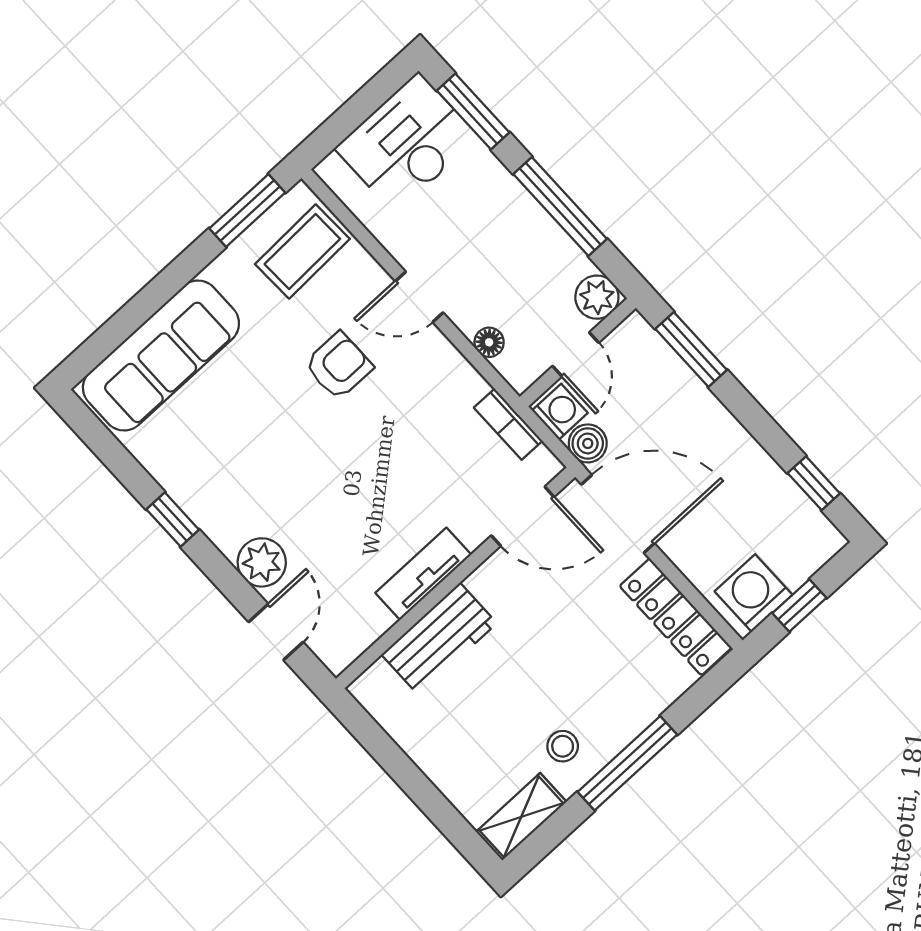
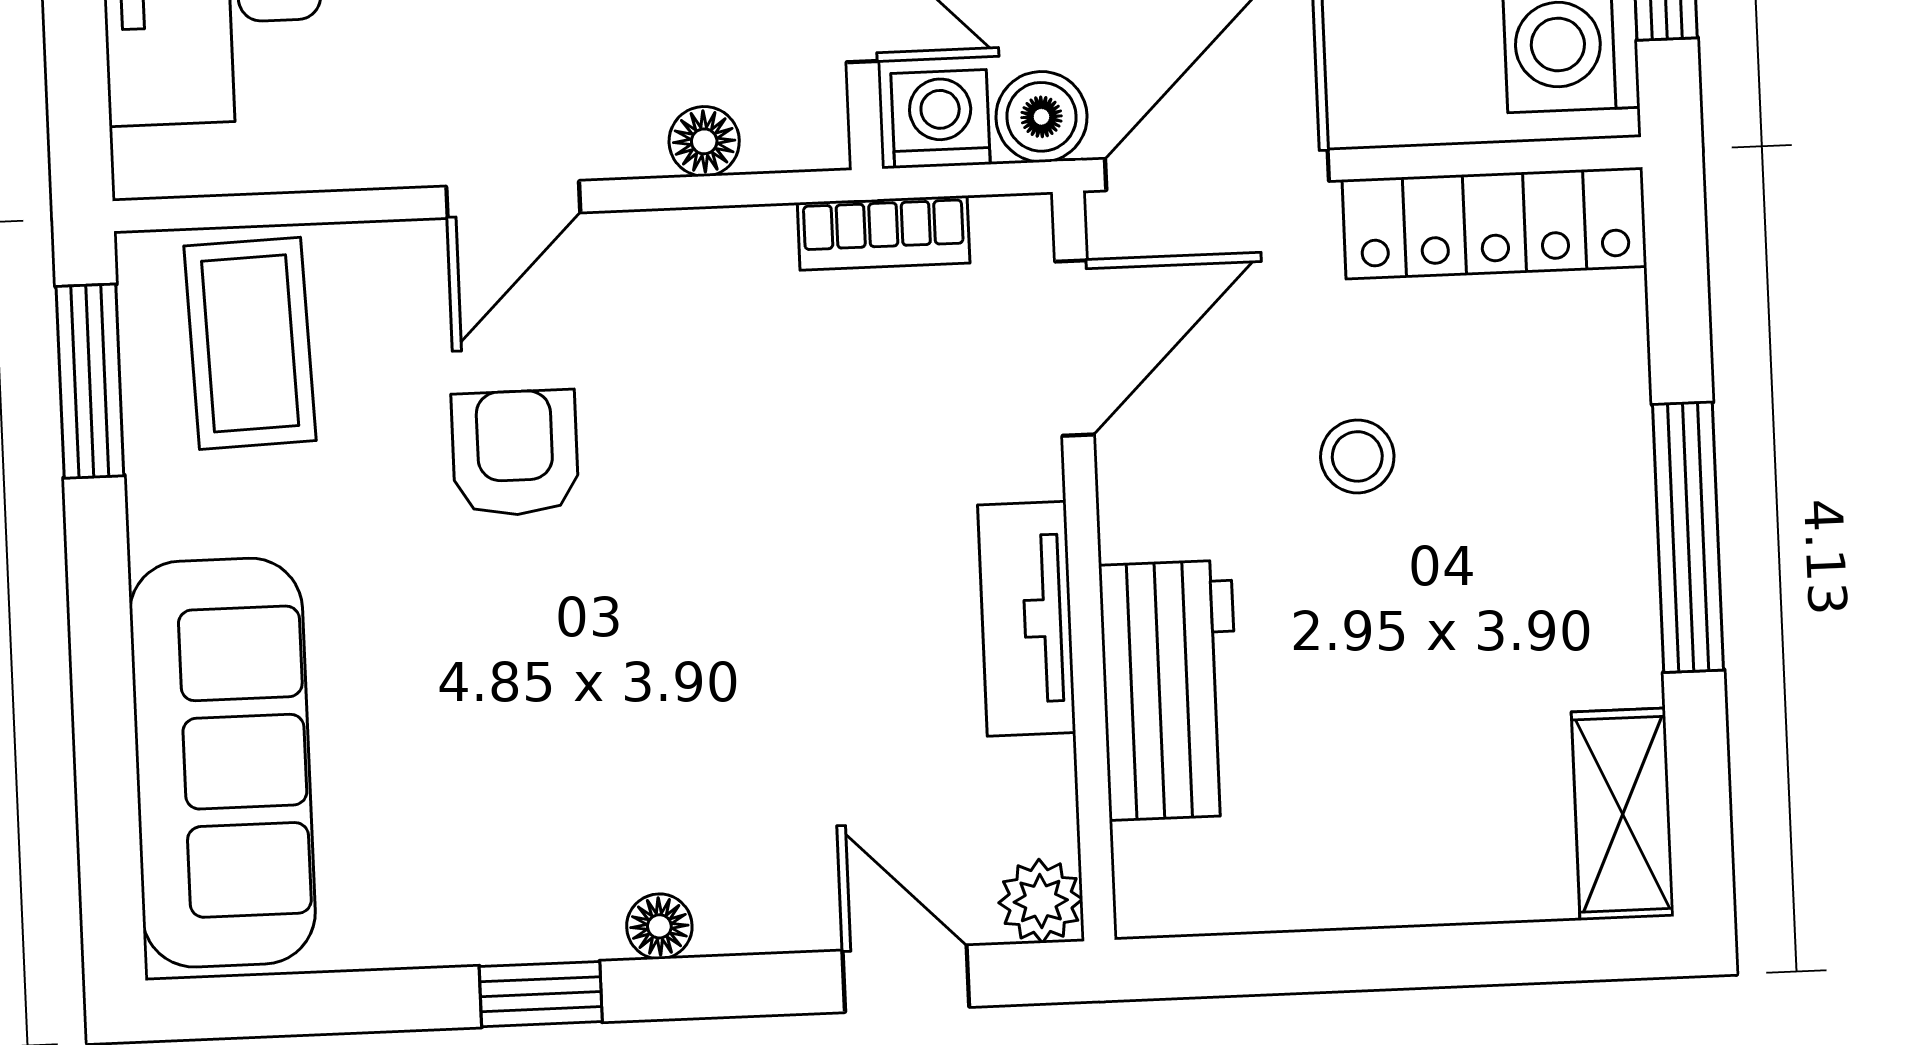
floor lamp: (226, 539) -> (659, 926), added
plant: (262, 562) -> (1041, 901), moved, width x0.73, depth x0.73
stool: (563, 746) -> (1357, 456), moved

